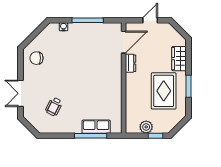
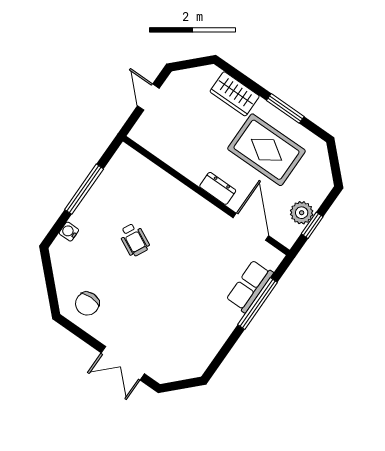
door: (124, 42) -> (251, 227), moved
dresser: (131, 63) -> (218, 188), moved
wheelchair: (54, 107) -> (134, 240), moved
window: (155, 136) -> (312, 225), moved

